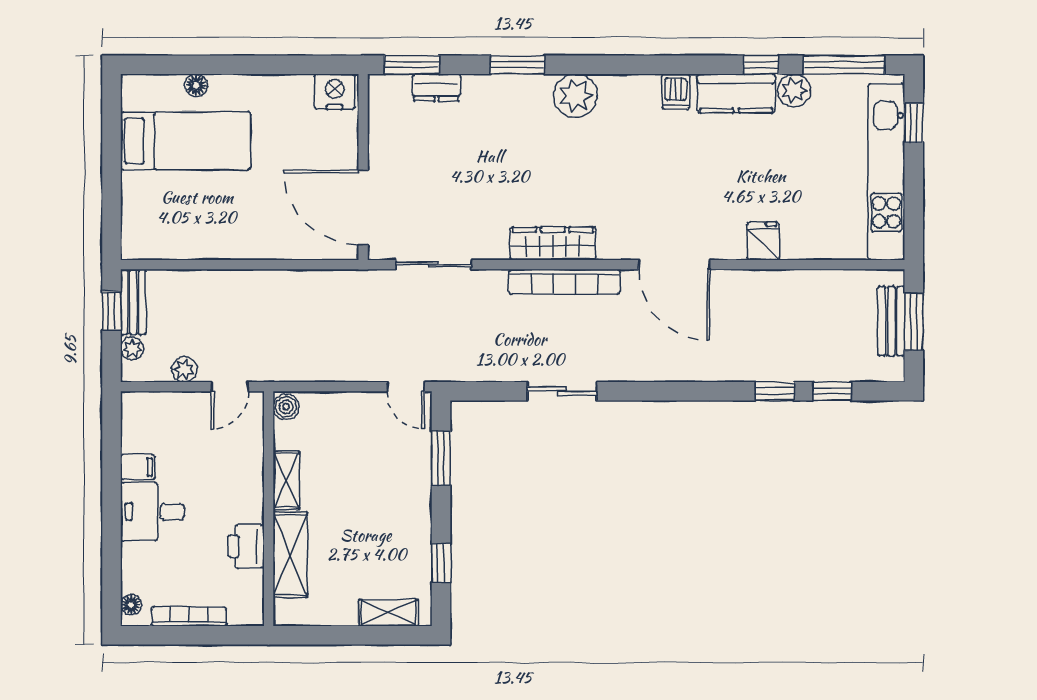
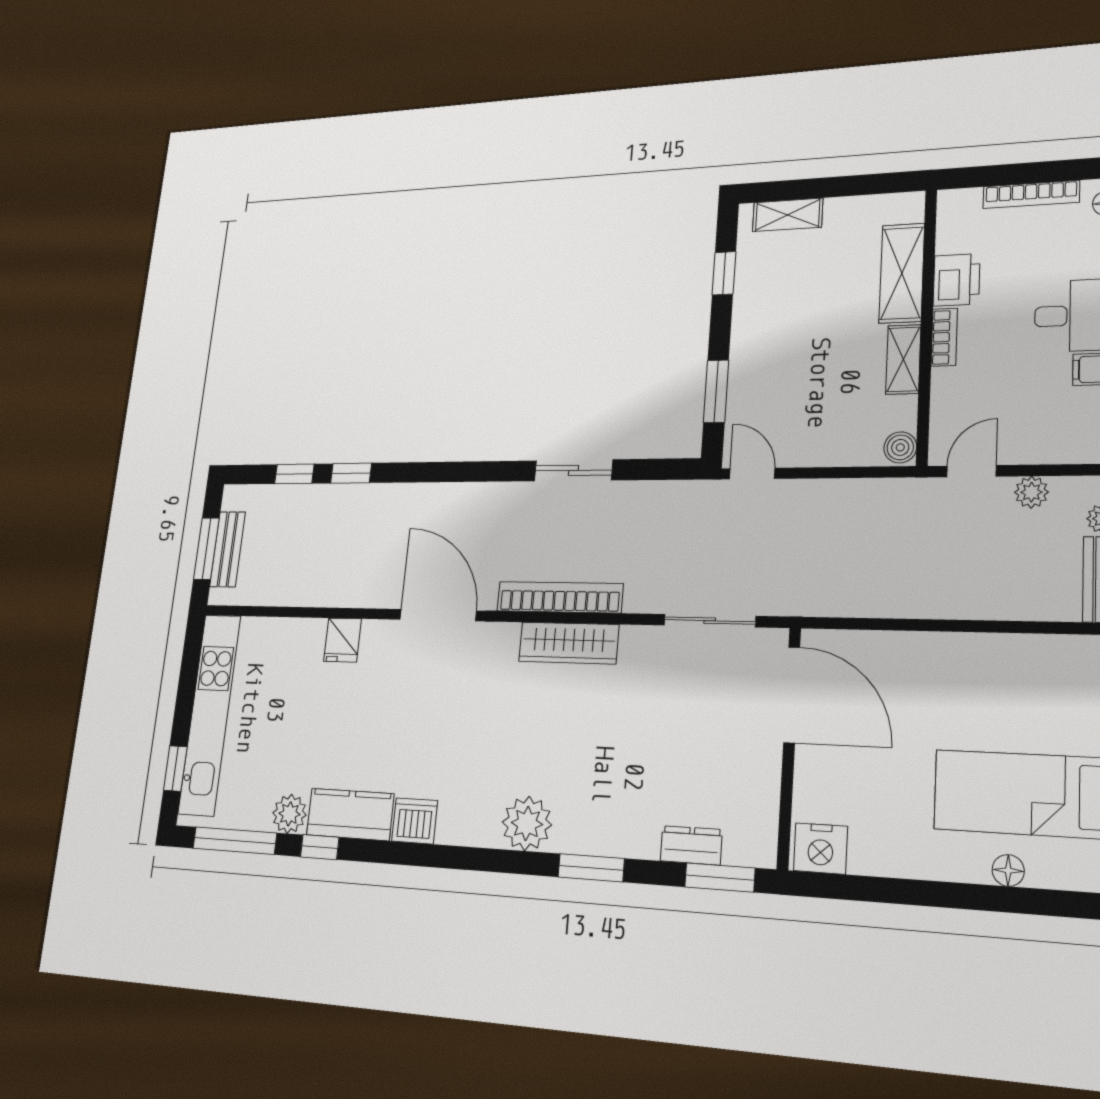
dishwasher: (676, 92) -> (415, 821), width x1.38
bookcase: (254, 498) -> (944, 337), added

